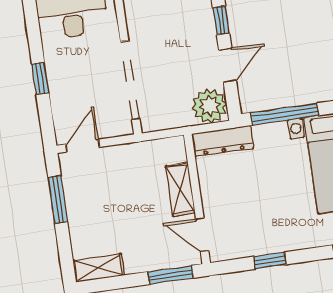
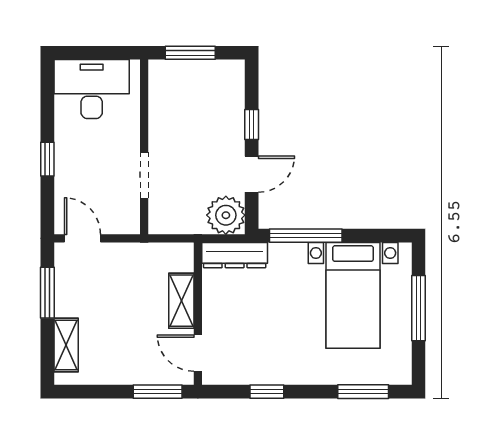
doorway: (130, 80) -> (144, 175), width x0.53
door: (83, 146) -> (83, 238), hinge flipped
shelving: (99, 268) -> (66, 345), moved, turned 90

